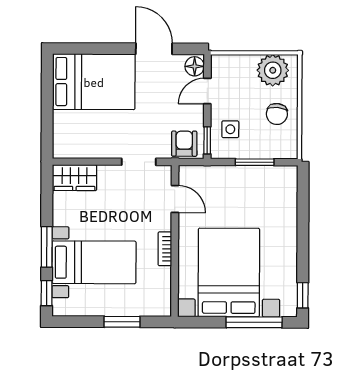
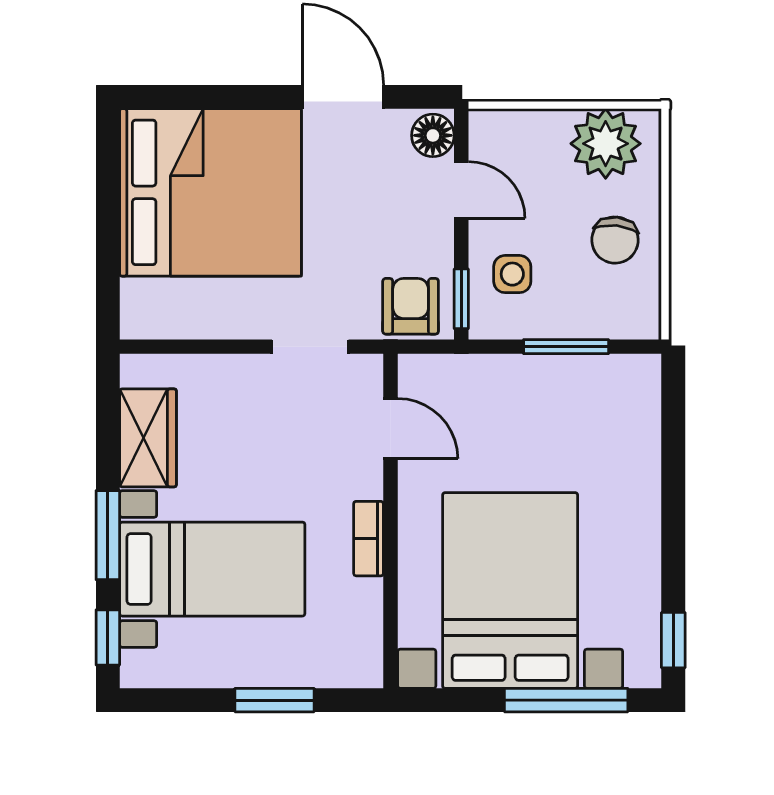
bed: (94, 82) -> (211, 192), width x1.36
door: (207, 91) -> (461, 190), swing flipped
wardrobe: (74, 178) -> (148, 438), moved, turned -90

